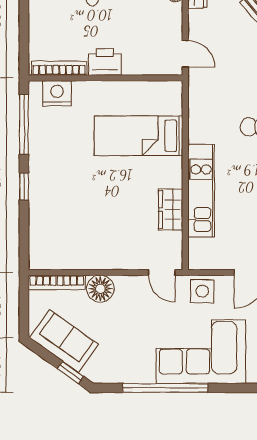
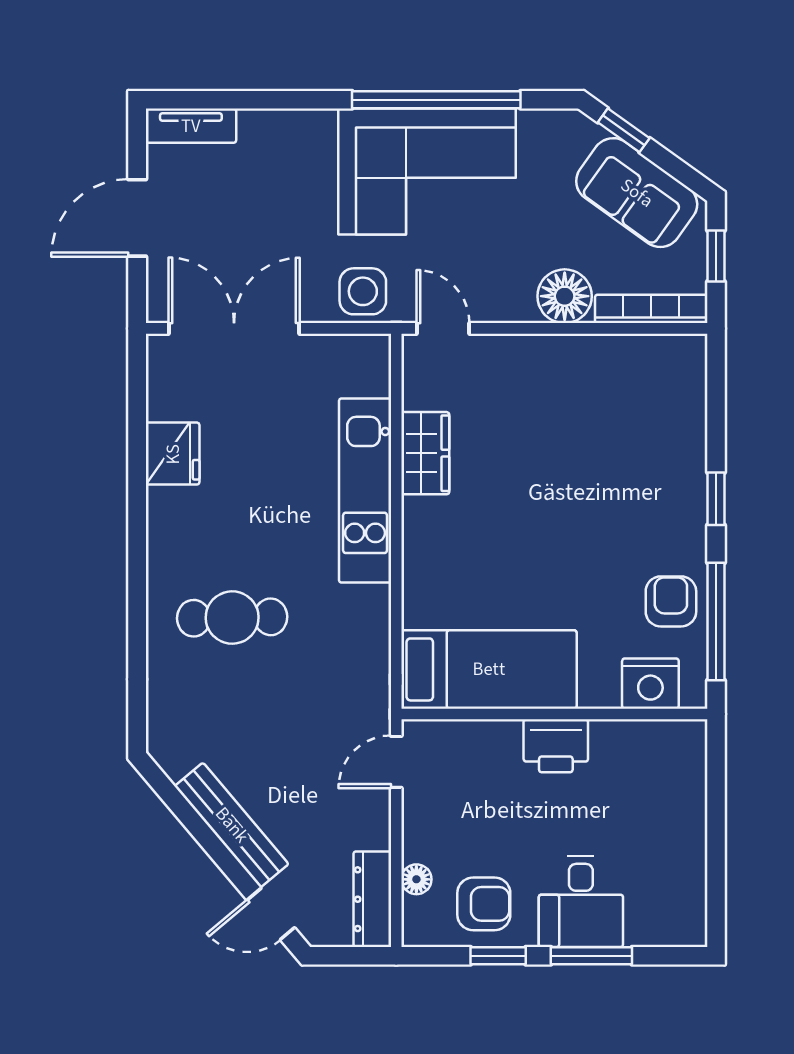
door: (185, 54) -> (396, 762), hinge flipped
bookcase: (59, 68) -> (646, 733), removed
armchair: (47, 135) -> (671, 601), added
bed: (139, 136) -> (489, 669), moved
window: (24, 309) -> (716, 256), added
corner sofa: (201, 352) -> (427, 172), moved

